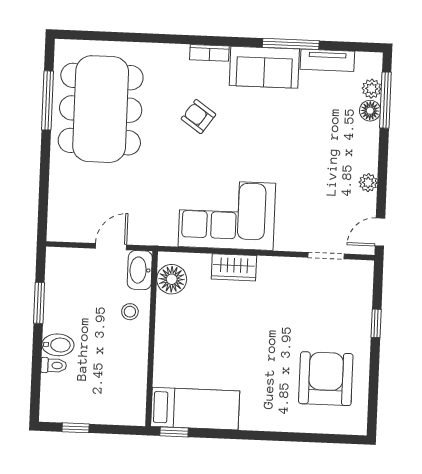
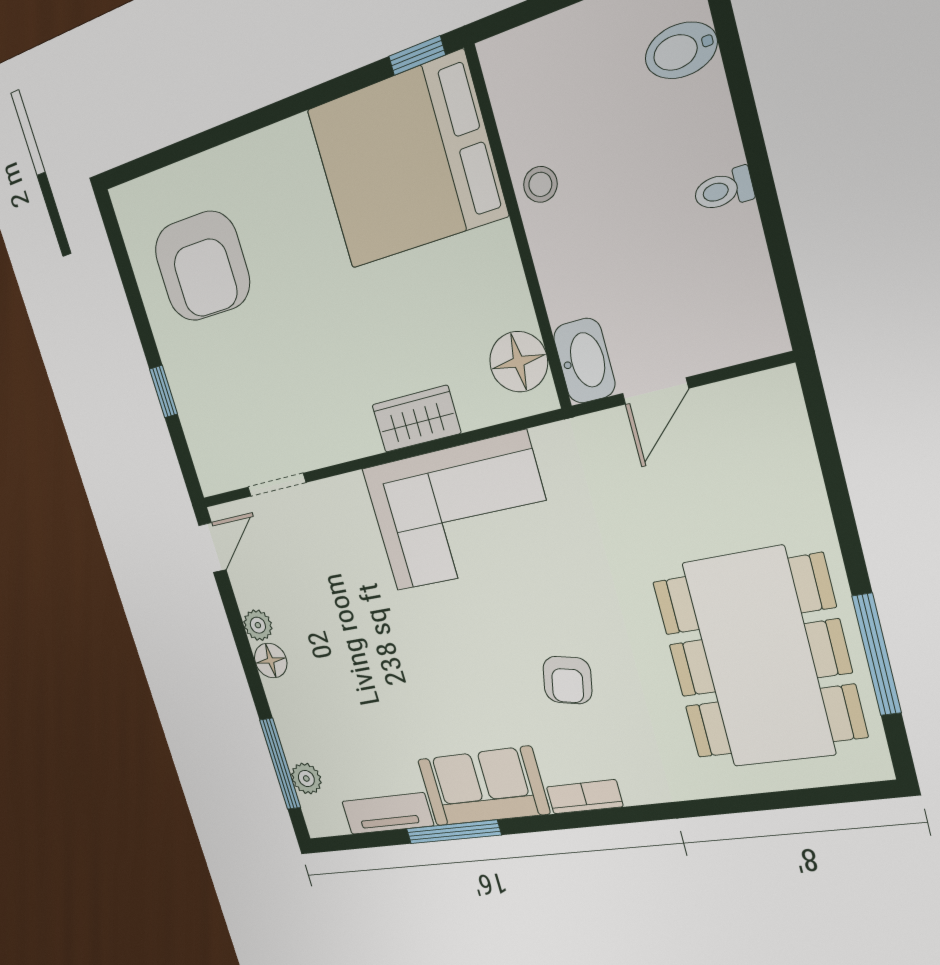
floor lamp: (370, 111) -> (271, 661), moved
armchair: (198, 117) -> (567, 680), turned 67
window: (39, 303) -> (773, 224), removed
stool: (130, 312) -> (540, 184), moved
bidet: (58, 345) -> (681, 50), moved
toilet: (54, 365) -> (723, 190), moved
bed: (195, 409) -> (406, 162), width x2.04

